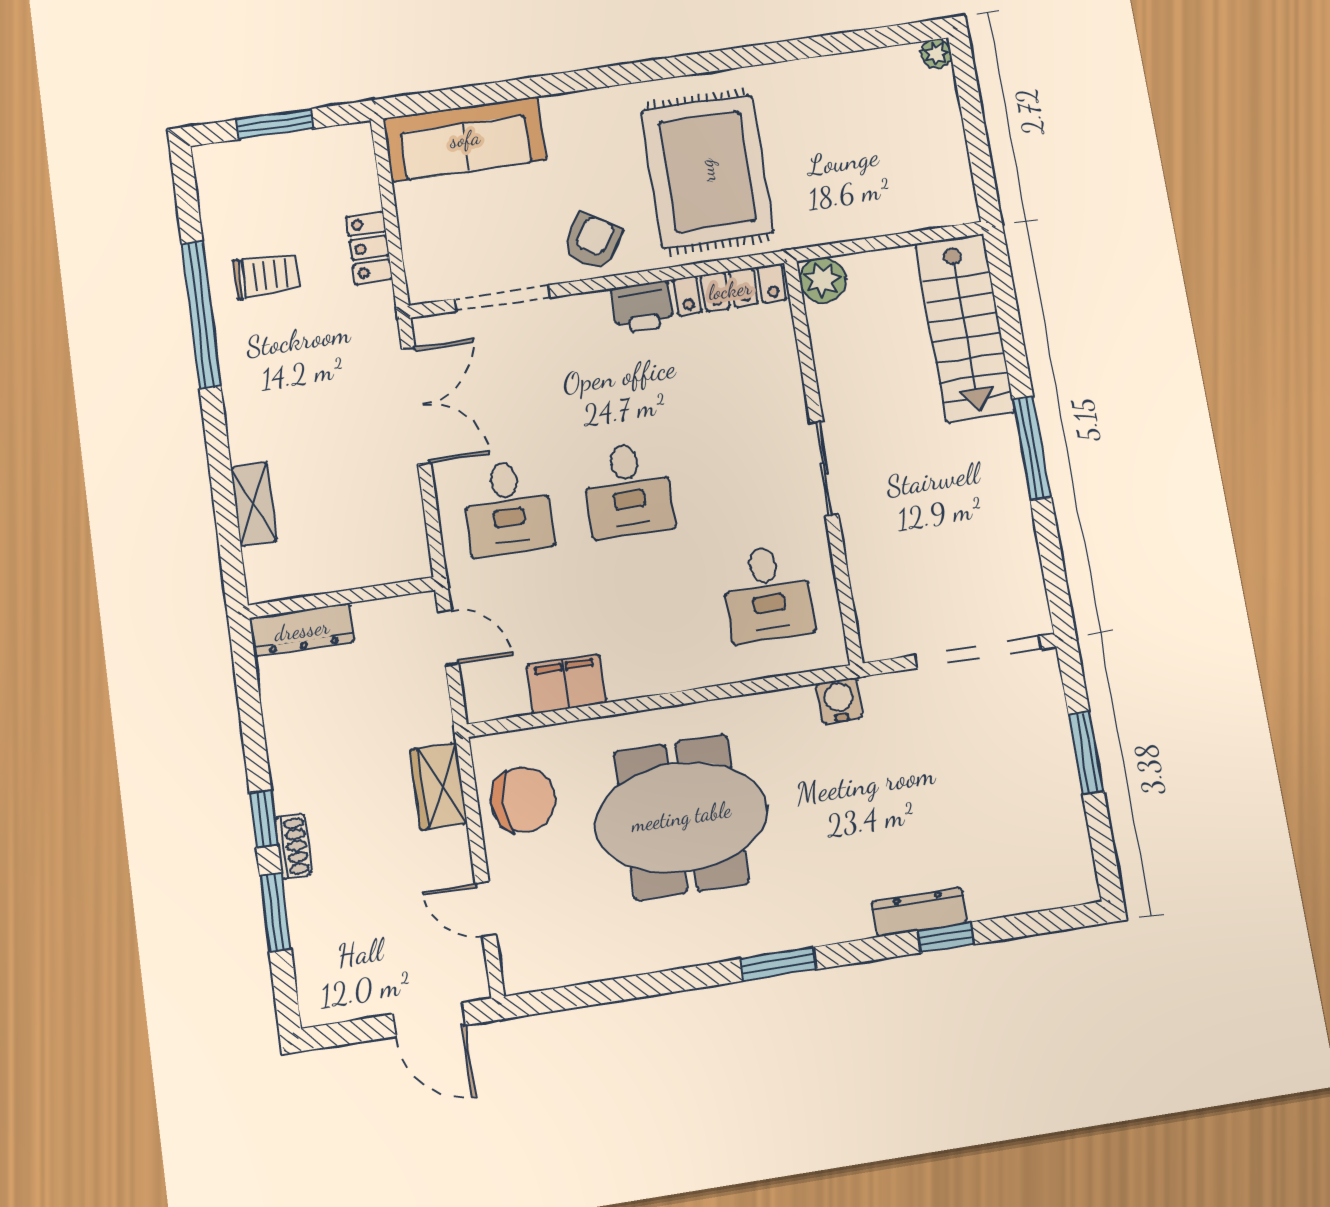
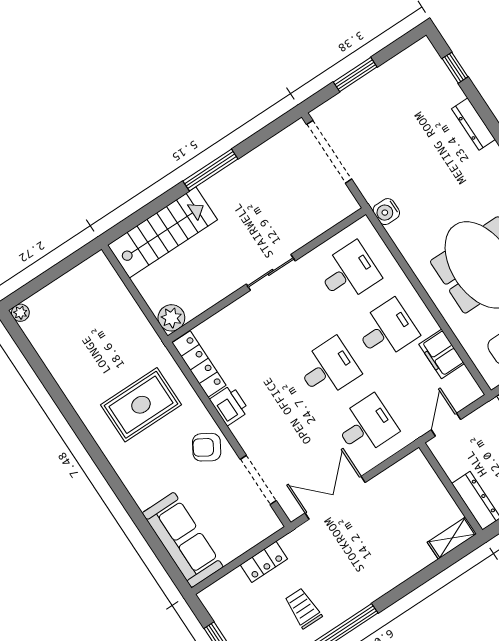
rug: (707, 171) -> (141, 405), width x0.73, depth x0.69
shelving: (254, 504) -> (452, 538), moved
desk: (647, 612) -> (387, 330), added
window: (946, 937) -> (455, 68), moved

